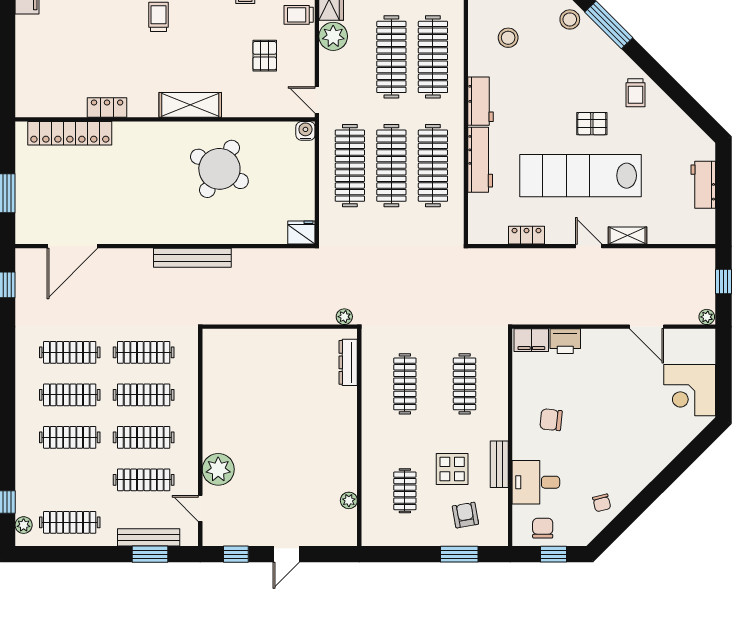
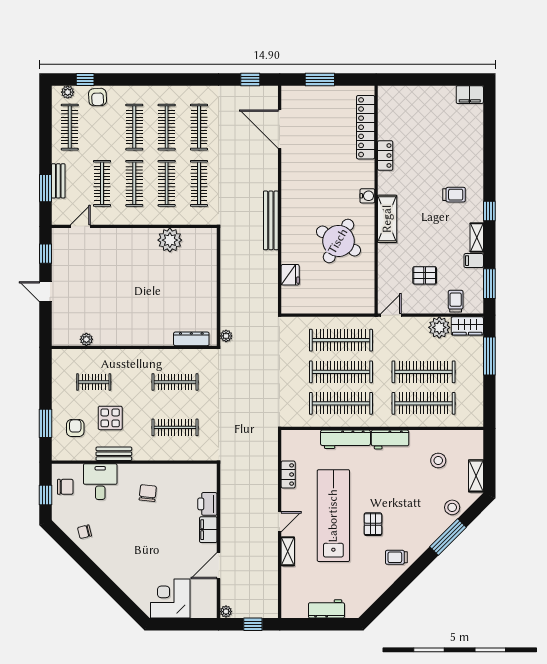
water cooler: (305, 131) -> (367, 196), moved
fridge: (301, 232) -> (290, 275), moved
filing cabinet: (531, 340) -> (208, 530), moved
plant: (218, 469) -> (170, 240), moved
armchair: (30, 486) -> (98, 97), added
armchair: (465, 515) -> (75, 428), turned -80
bench: (149, 537) -> (58, 181), width x0.73

